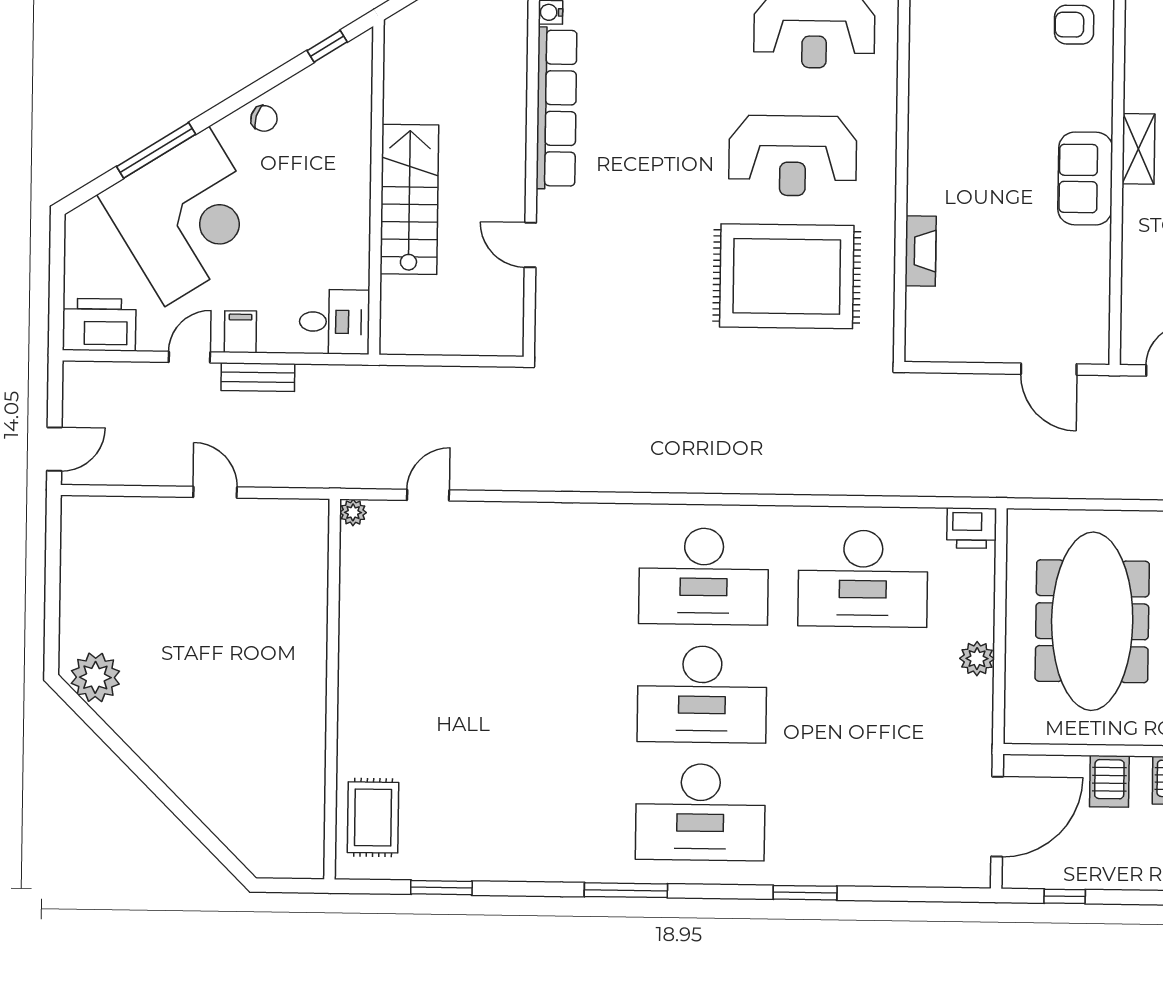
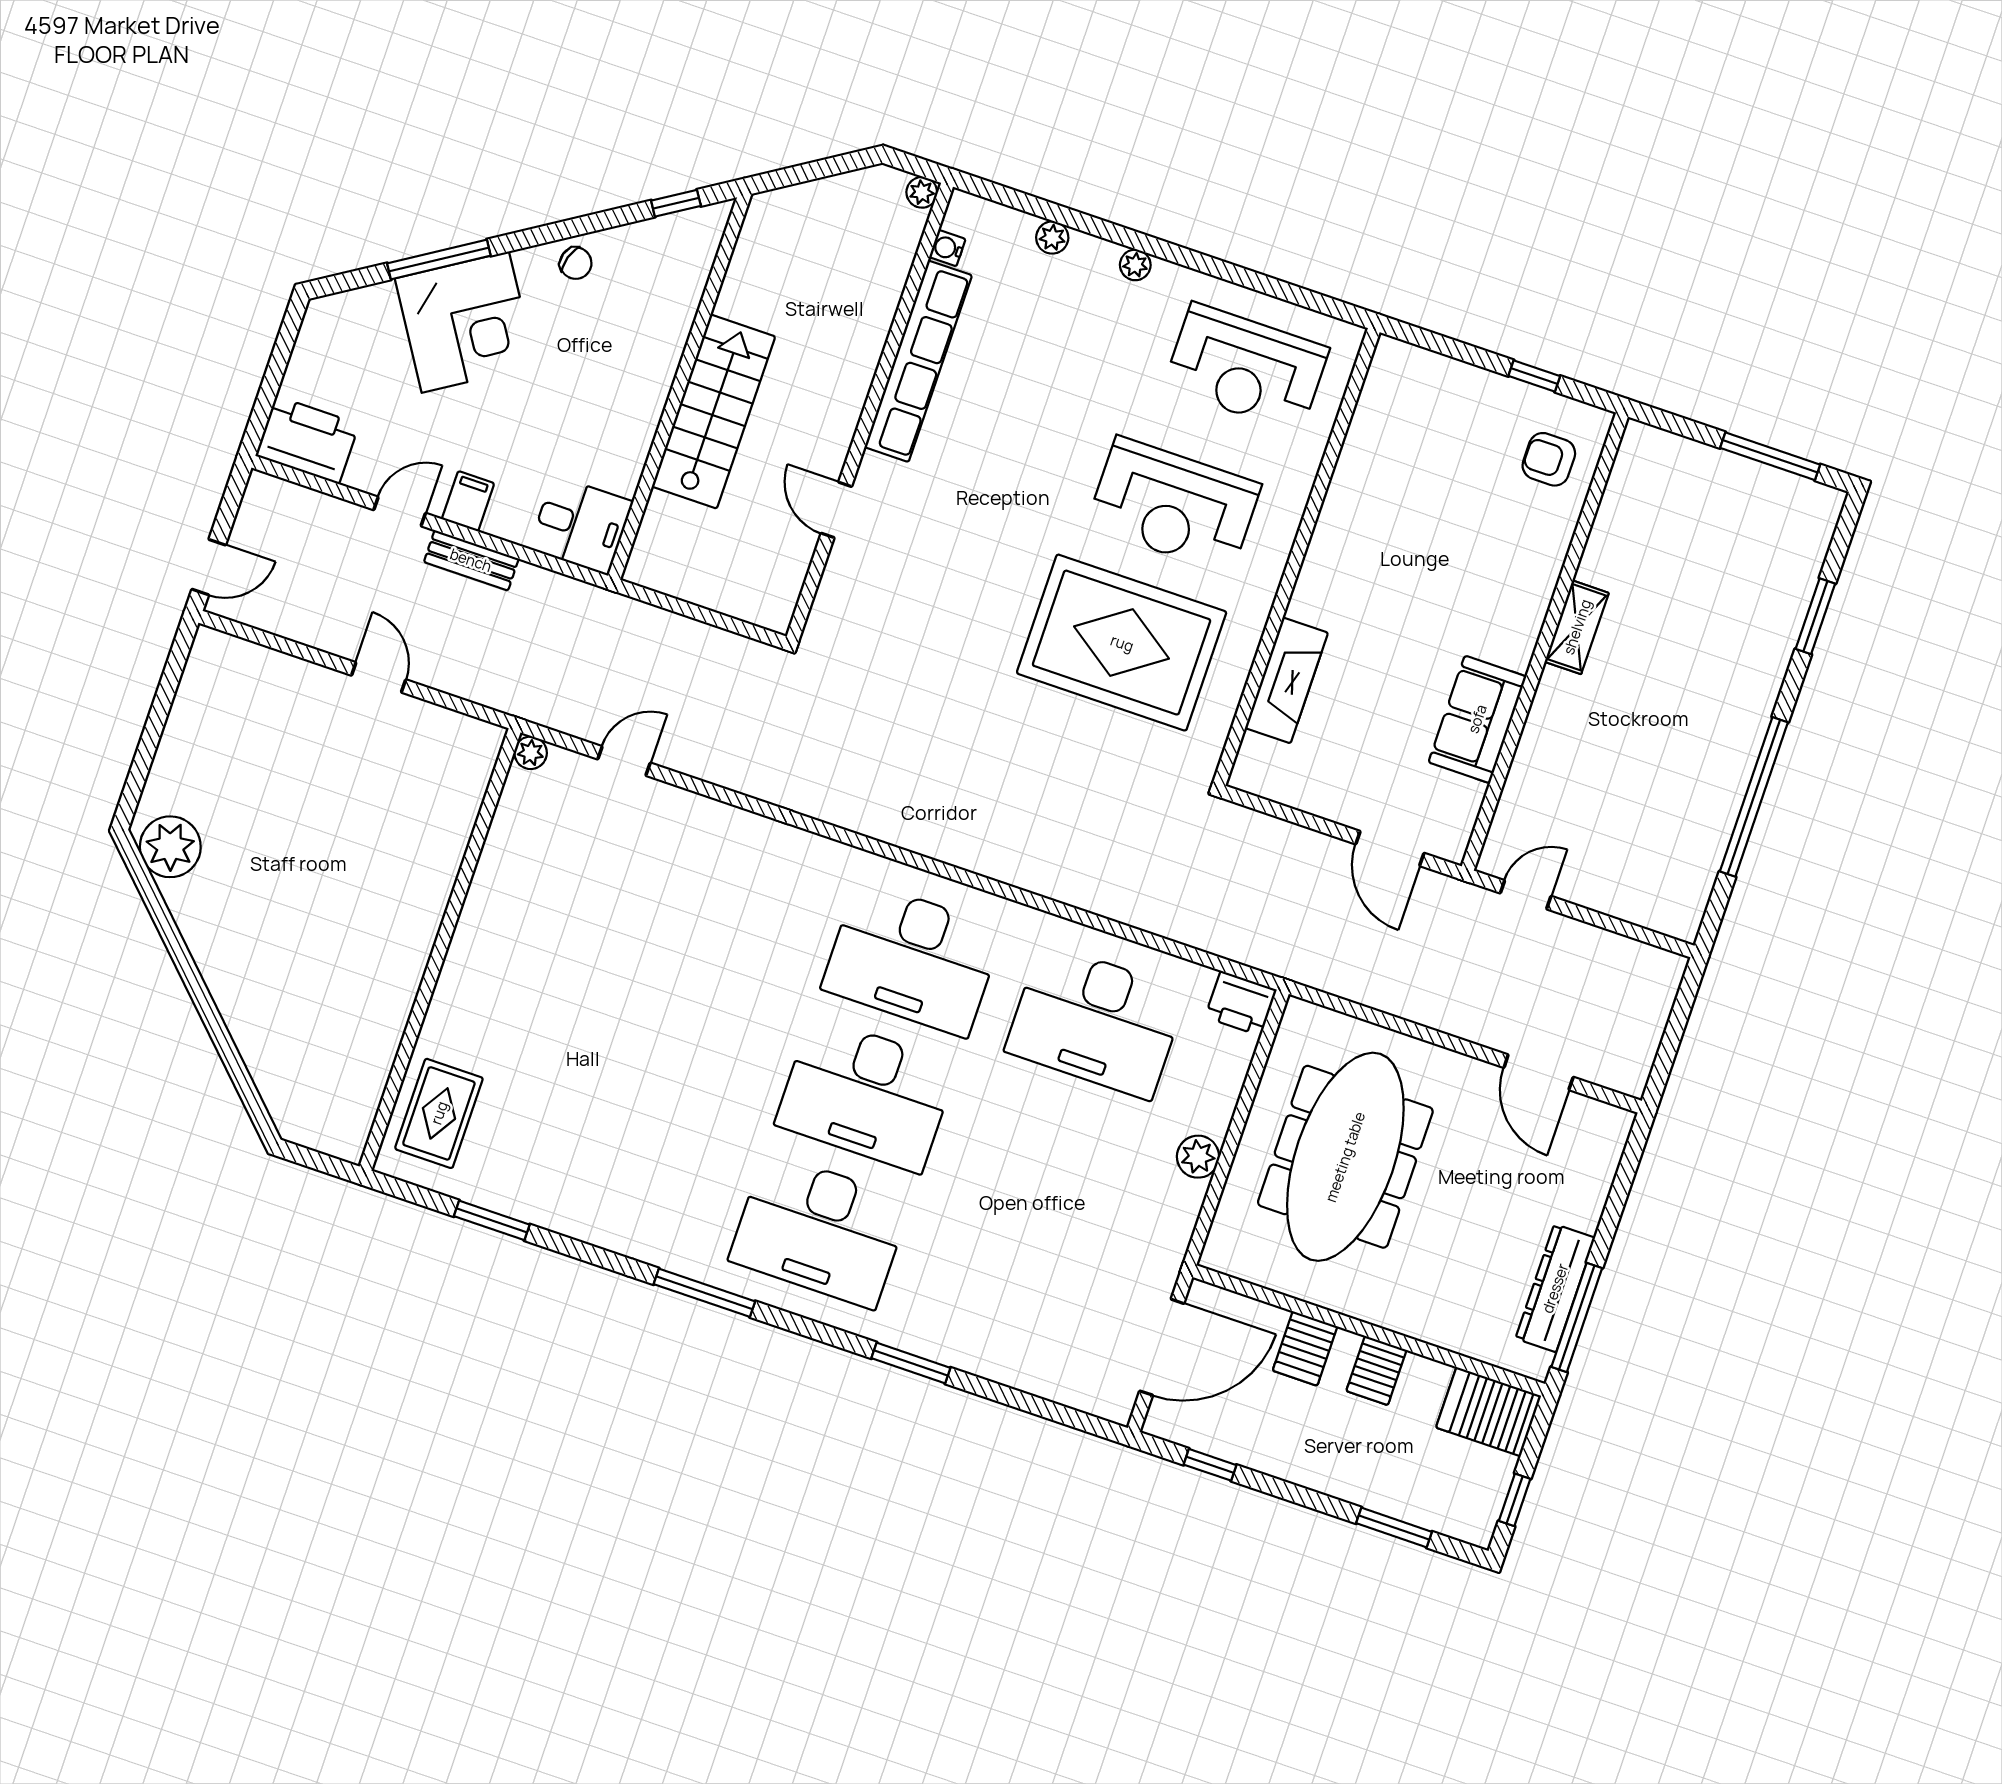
sofa: (1085, 179) -> (1477, 719), moved
corner desk: (187, 216) -> (465, 322), width x0.74, depth x0.74
fireplace: (921, 251) -> (1287, 680), width x1.37, depth x1.32

